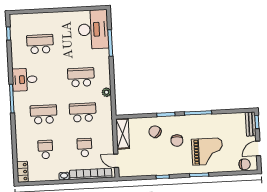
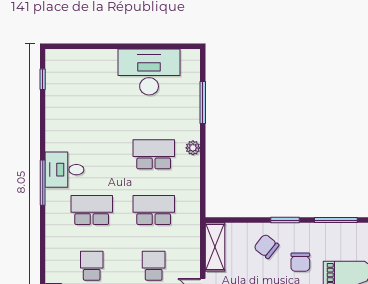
desk: (93, 29) -> (149, 72), moved, turned -90
school desk: (40, 44) -> (92, 99), removed
desk: (25, 80) -> (64, 170), moved
plant: (107, 92) -> (193, 148), moved

